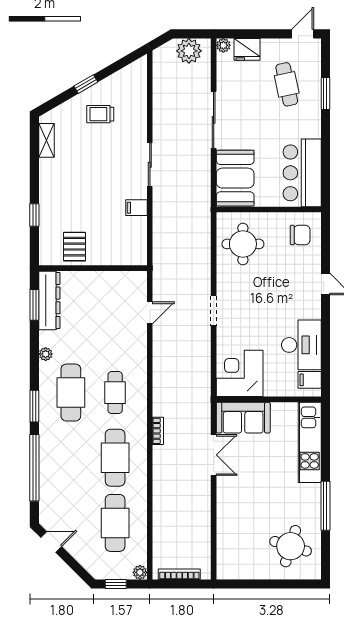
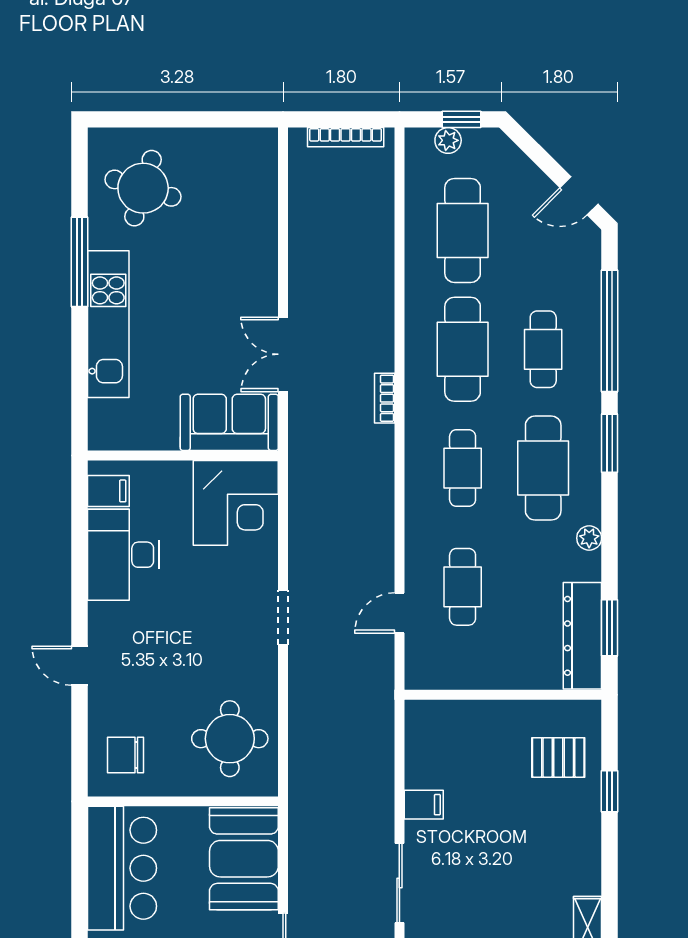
pallet: (74, 247) -> (558, 757), moved, turned 90
cafe table: (115, 327) -> (463, 587), added
kitchen unit: (310, 442) -> (108, 324), moved
cafe table: (71, 458) -> (543, 349), added
plant: (140, 572) -> (448, 140), moved

